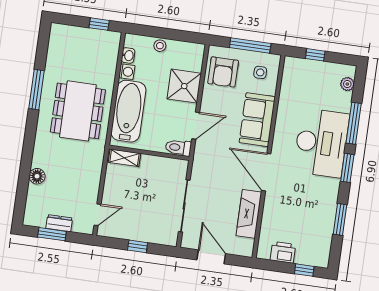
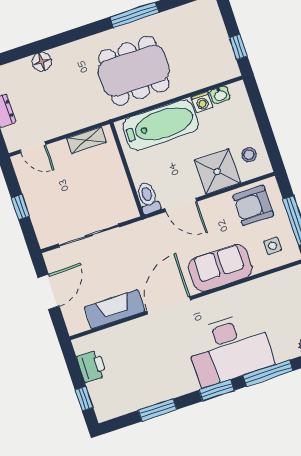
stool: (160, 46) -> (249, 155), moved
shelving: (124, 158) -> (86, 140), moved, turned 90

